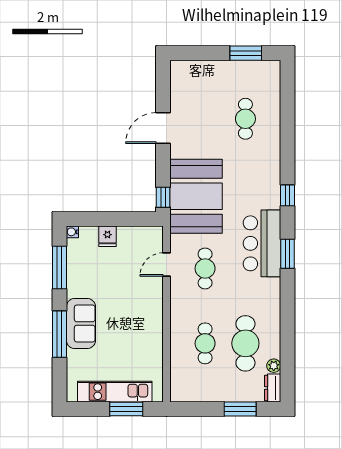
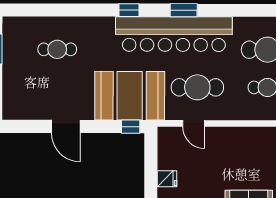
bar counter: (262, 243) -> (174, 34), width x1.86
cafe table: (205, 268) -> (197, 87), width x1.37, depth x1.35

